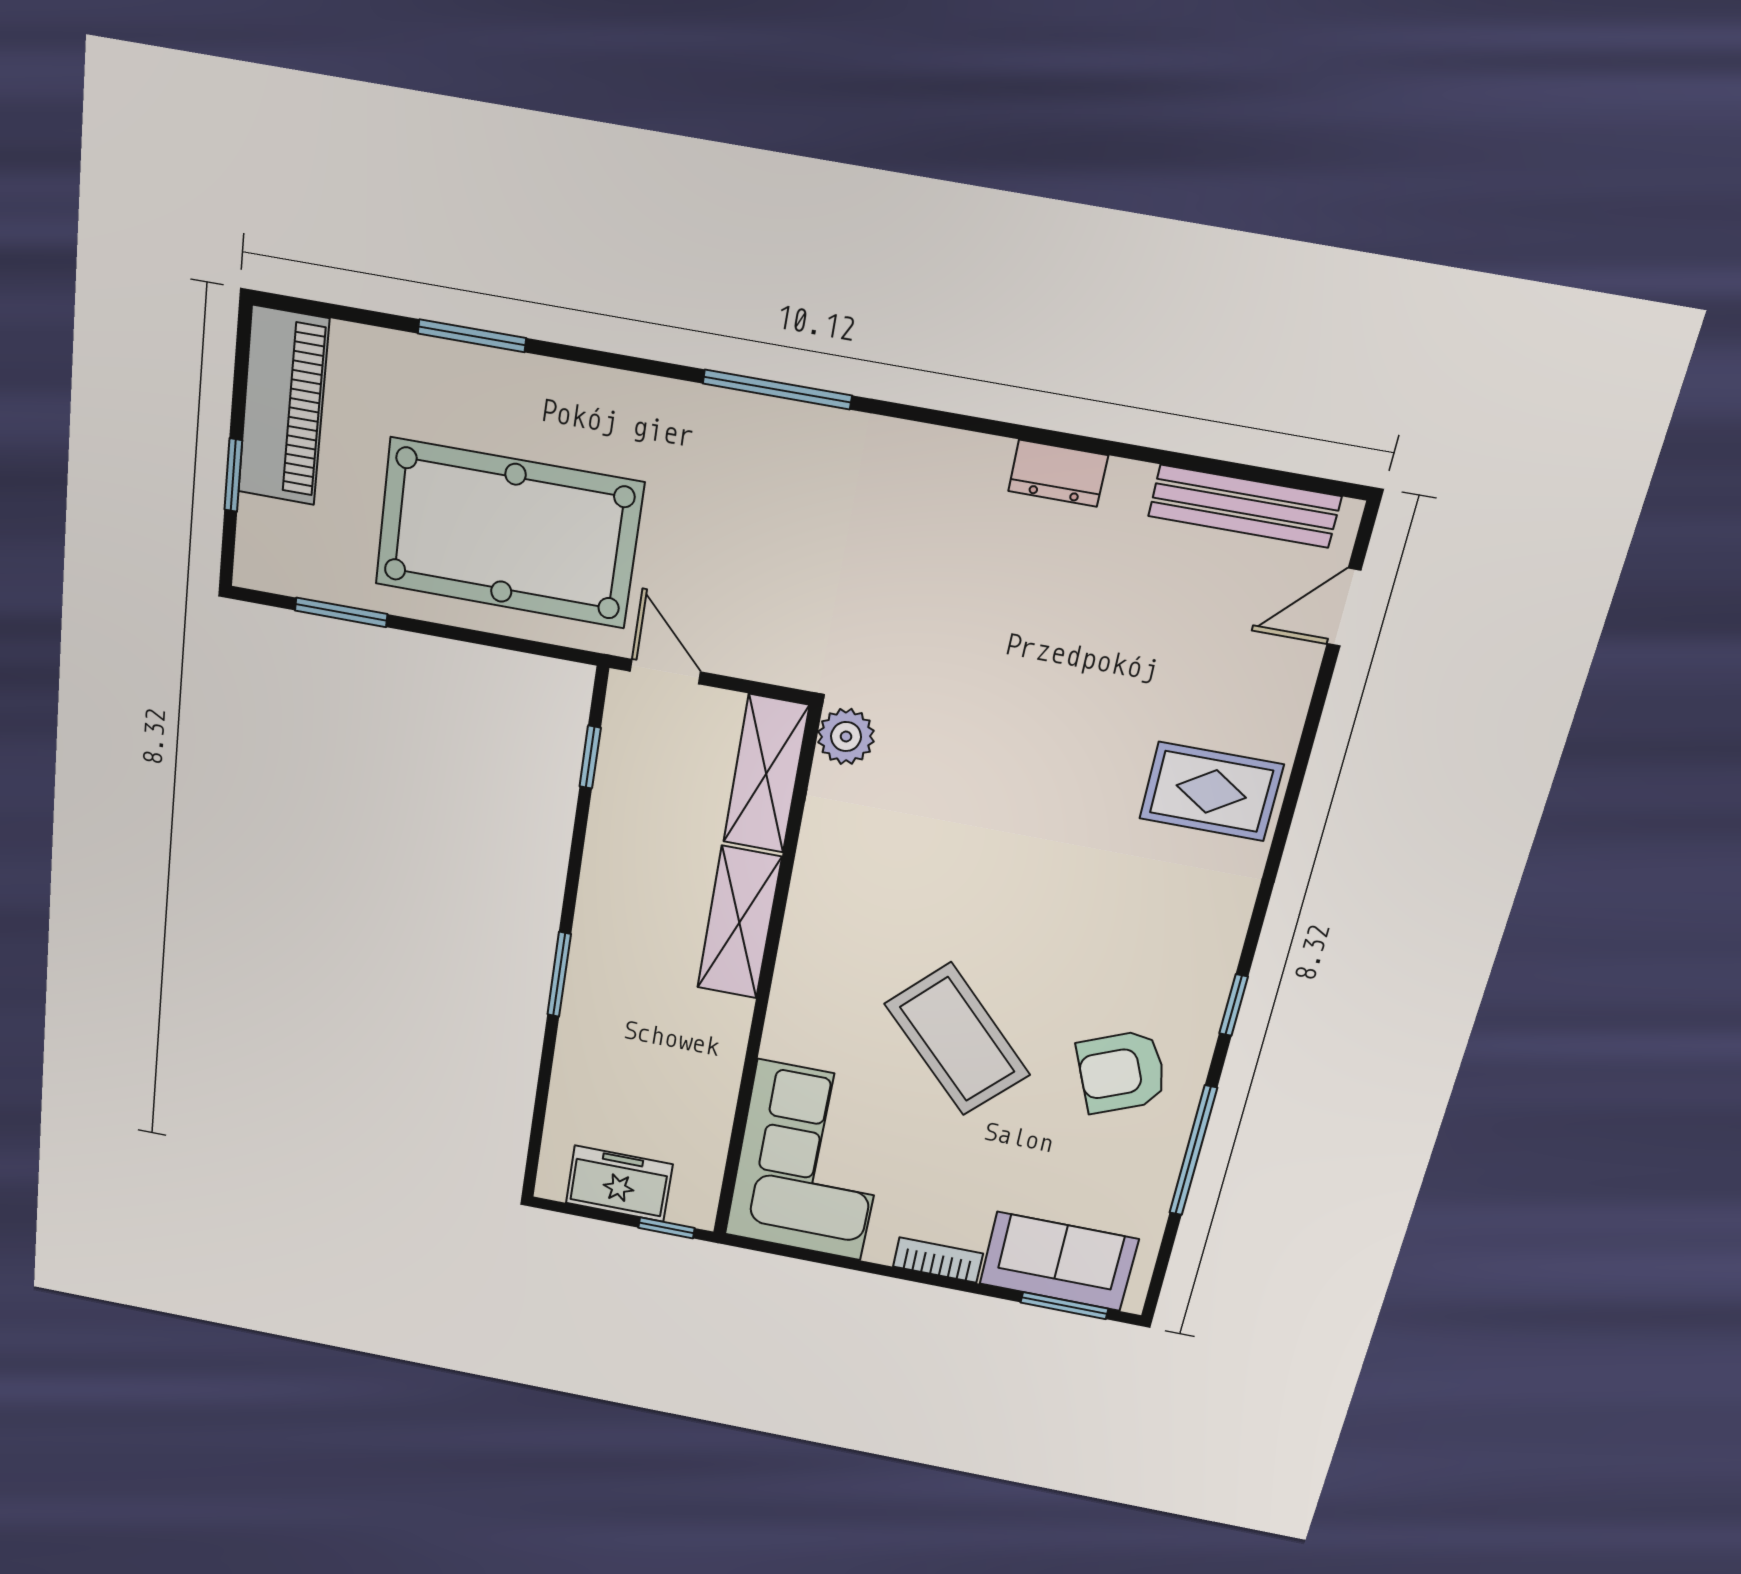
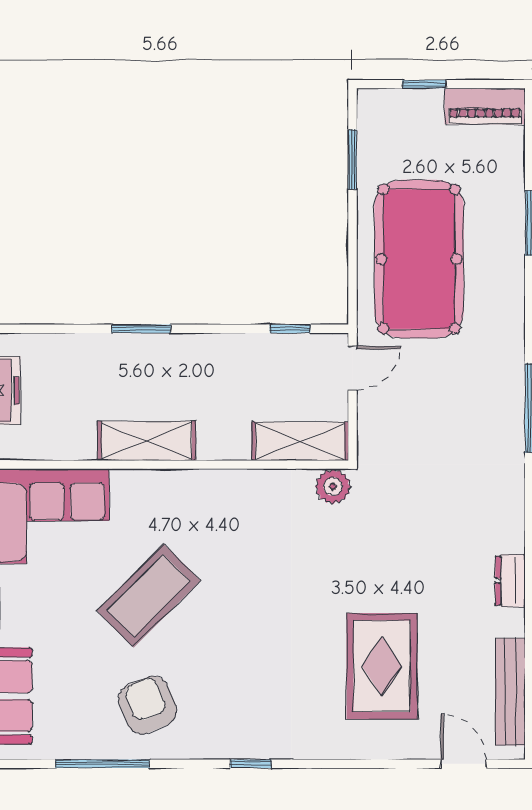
piano: (283, 406) -> (485, 106), width x0.73, depth x0.75
rug: (1211, 791) -> (382, 666), moved, width x1.36, depth x1.43
shelving: (739, 923) -> (147, 441), moved
window: (1234, 1005) -> (251, 764), moved

